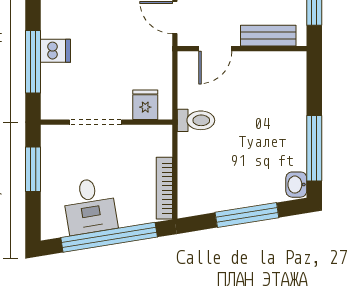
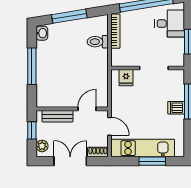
toilet: (196, 120) -> (98, 42), moved
window: (314, 148) -> (32, 66), moved
desk: (90, 206) -> (170, 24), moved, turned 99

